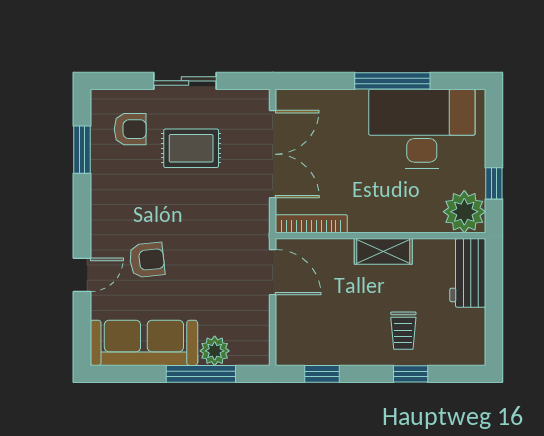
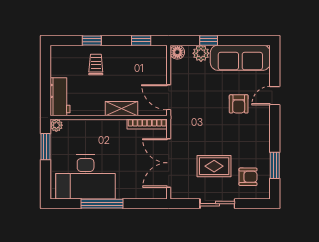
armchair: (130, 129) -> (248, 177), turned 180
window: (494, 183) -> (45, 147), width x1.50
plant: (464, 212) -> (56, 125), width x0.53, depth x0.53
shelving: (383, 251) -> (122, 109), moved
armchair: (147, 260) -> (239, 104), turned -84
floor lamp: (257, 353) -> (177, 52), added
window: (201, 374) -> (209, 40), width x0.46

